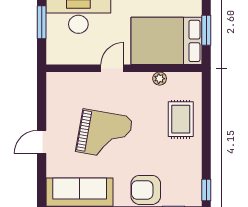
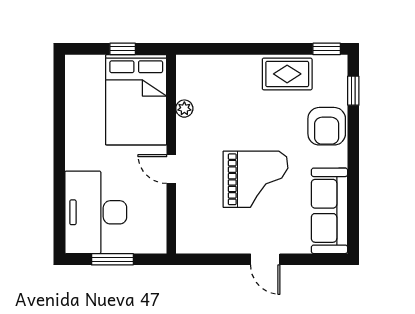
window: (206, 30) -> (123, 49), width x0.67
rug: (181, 119) -> (287, 74), moved
grand piano: (104, 134) -> (256, 179), turned 80

